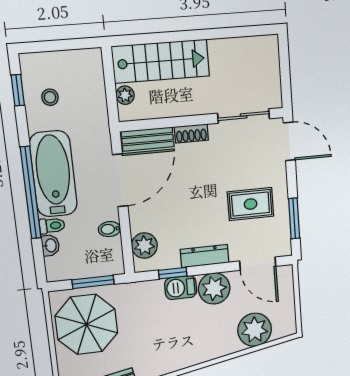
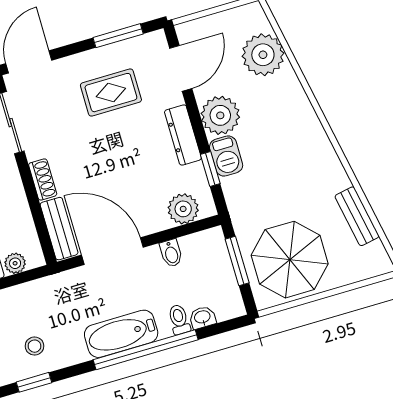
bathtub: (53, 174) -> (121, 334), width x0.73, depth x0.73
rug: (251, 204) -> (111, 93), turned 90

